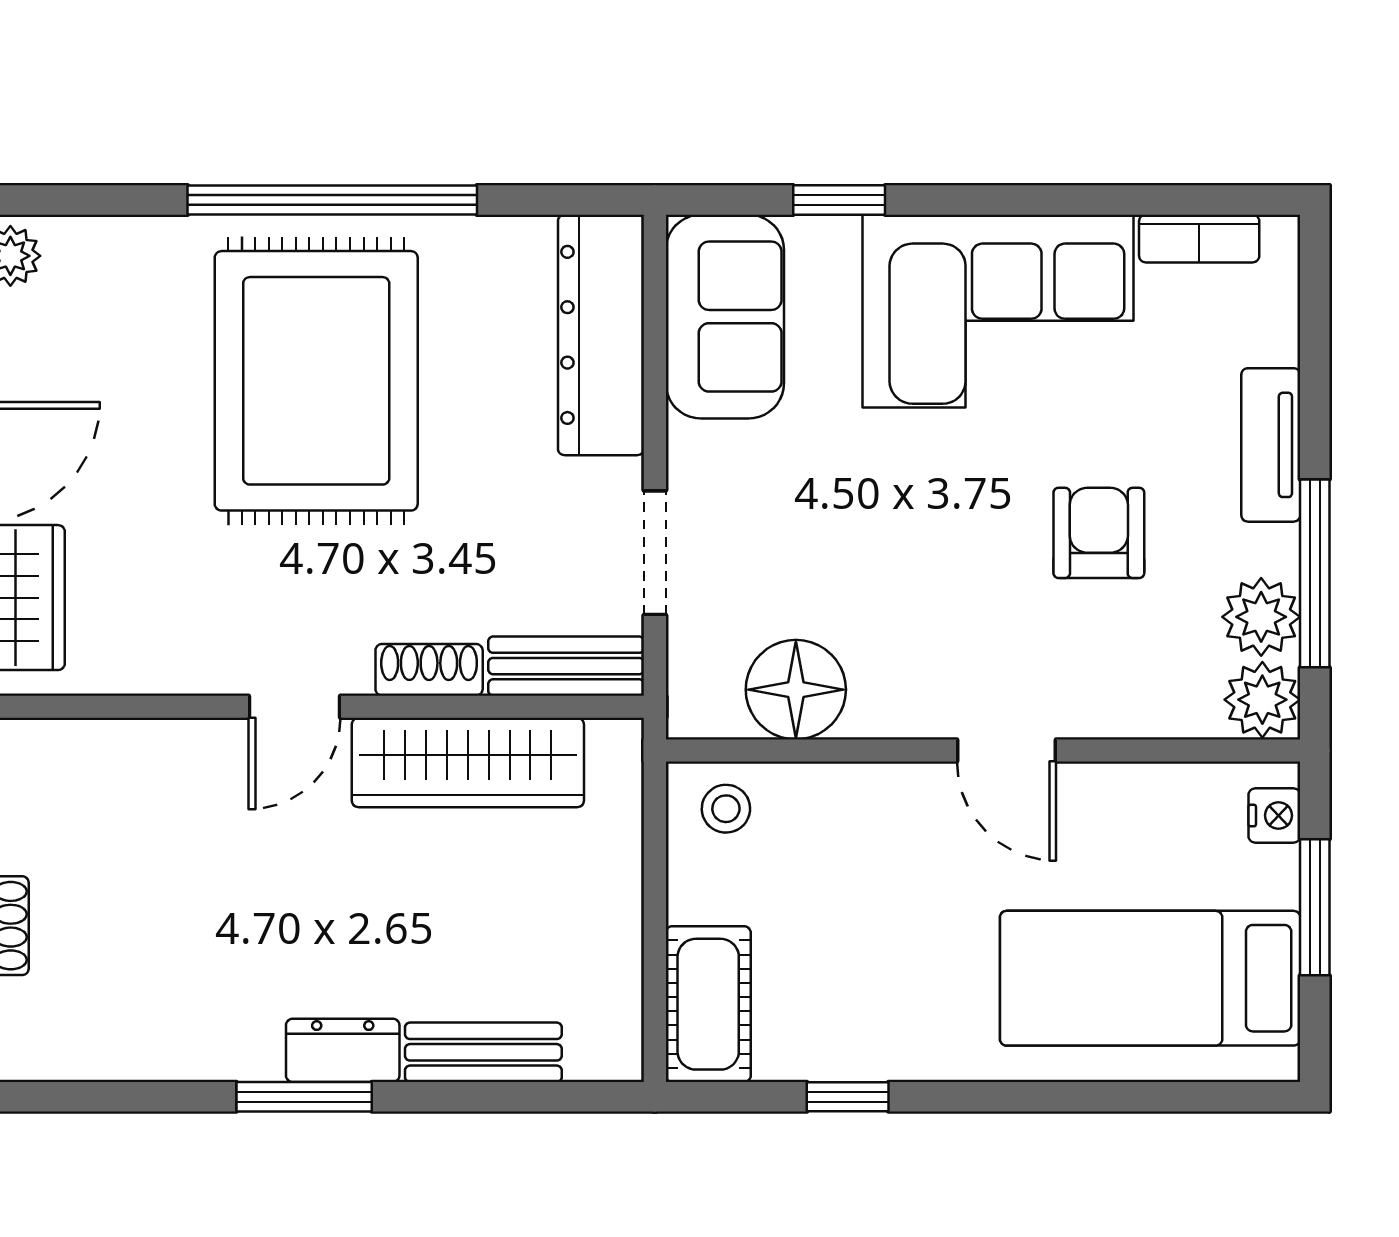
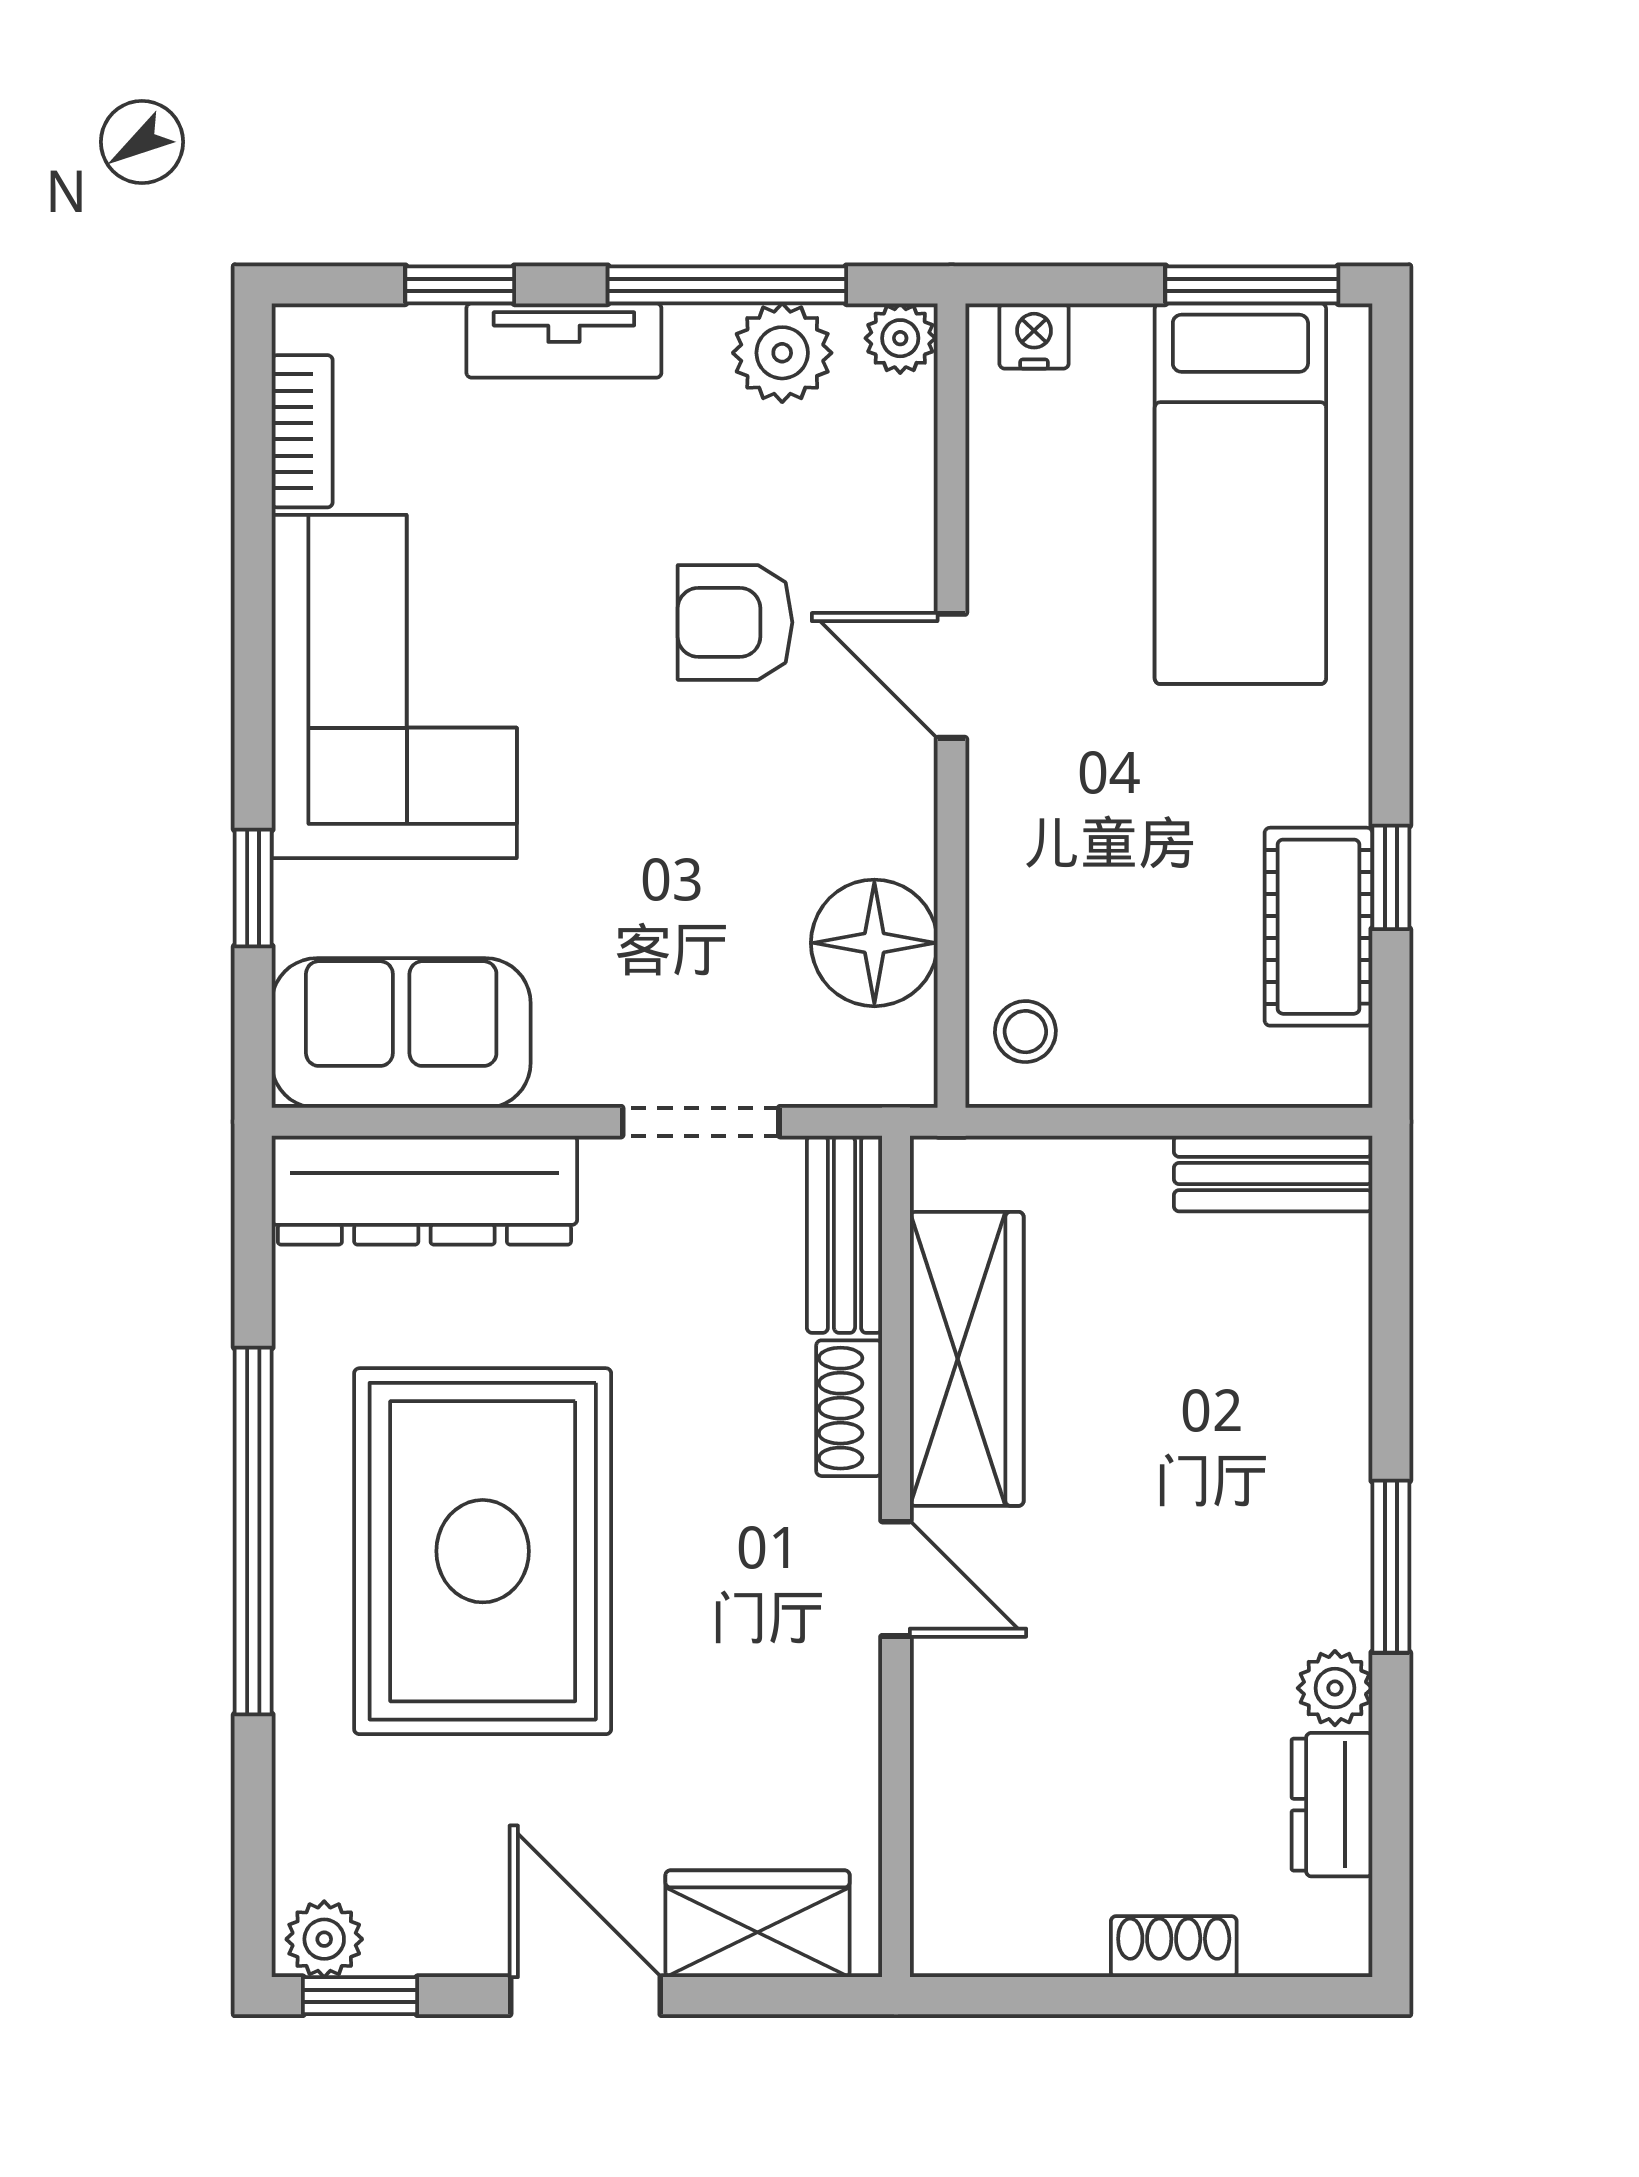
window: (1315, 363) -> (460, 285), added
rug: (316, 381) -> (483, 1551), turned 90
armchair: (1099, 533) -> (735, 622), moved
plant: (1262, 700) -> (900, 338), width x0.73, depth x0.73
door: (1006, 750) -> (951, 676), swing flipped
window: (1315, 907) -> (1252, 285), moved
cot: (708, 1004) -> (1318, 927), moved, turned 90
dresser: (343, 1050) -> (1332, 1805), moved
bench: (483, 1052) -> (1273, 1173), moved, turned 90
plant: (208, 1053) -> (1335, 1688), added

